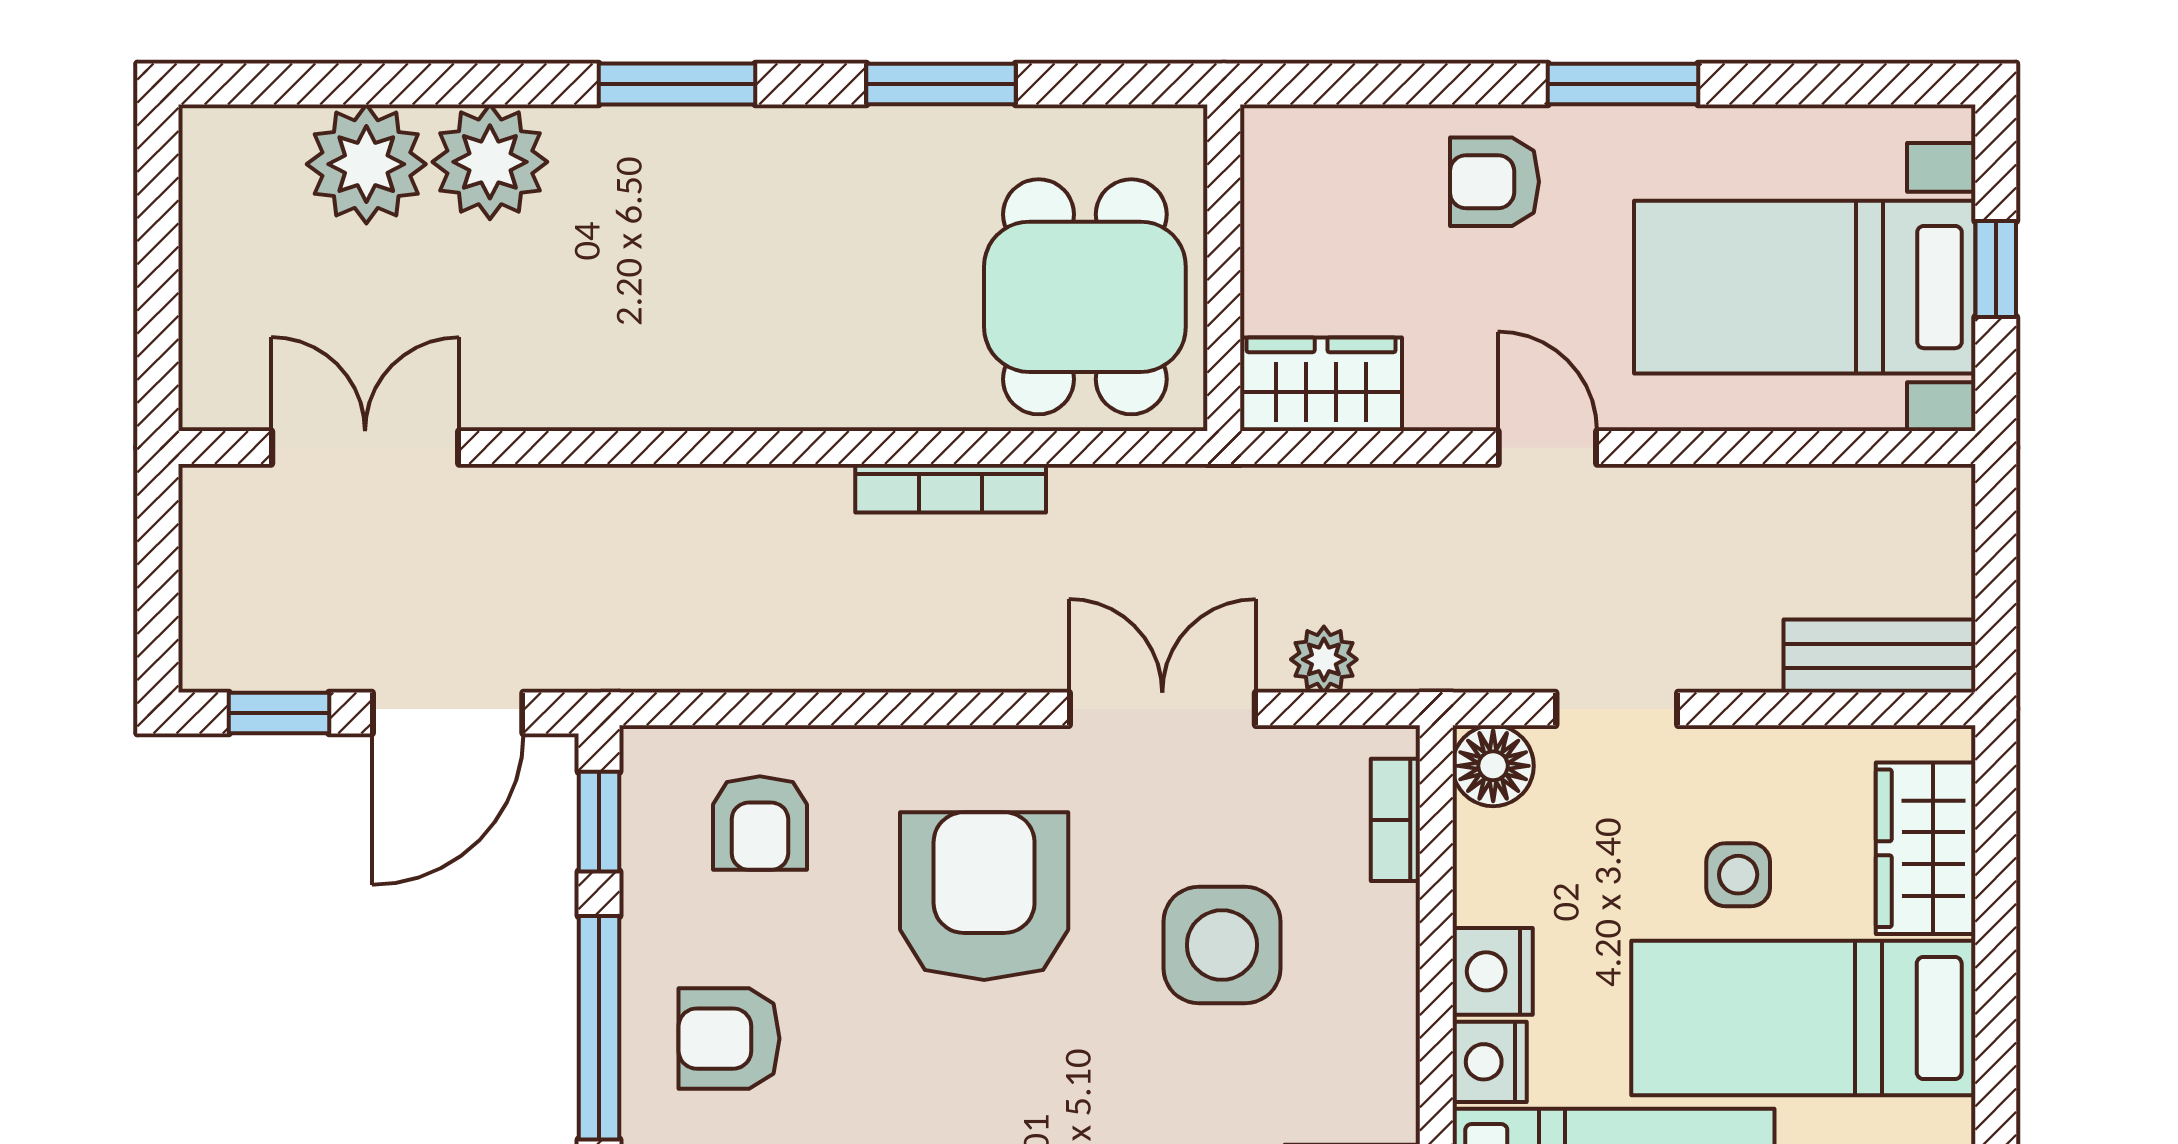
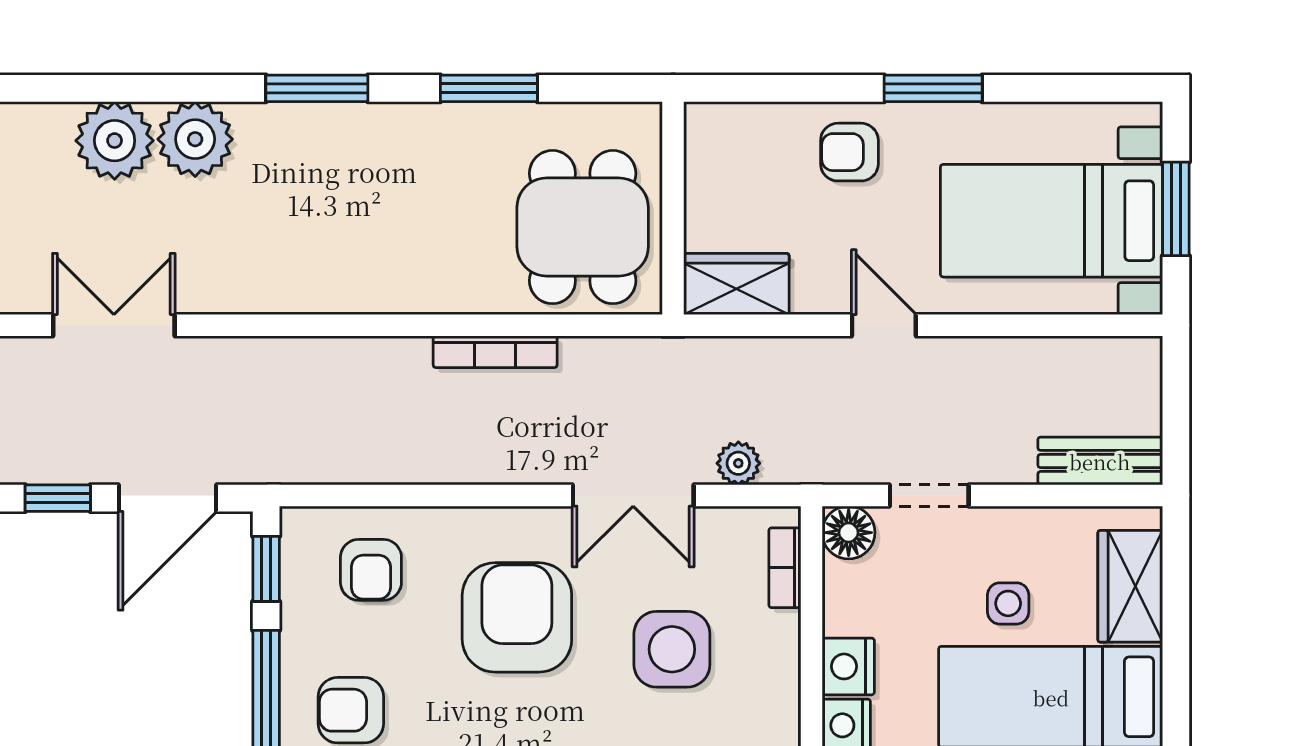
window: (1996, 269) -> (1176, 209), width x1.50
double door: (1162, 709) -> (633, 495), swing flipped

